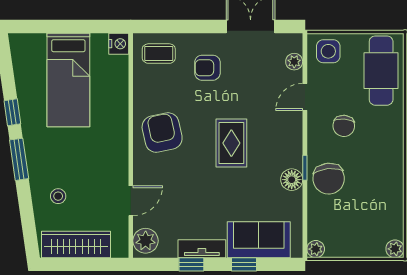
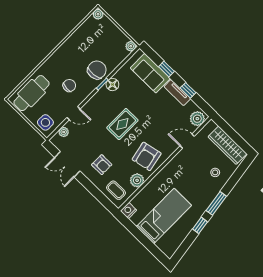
plant: (145, 91) -> (137, 180), added

